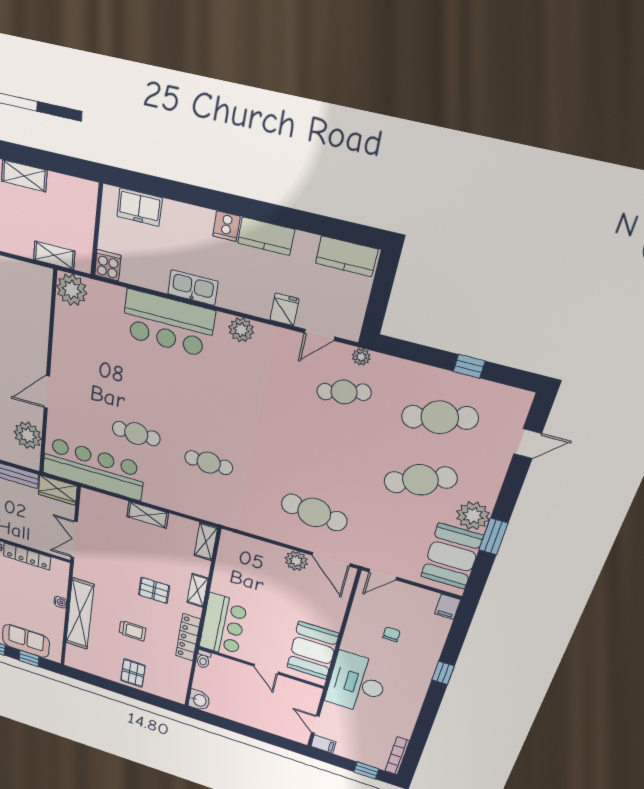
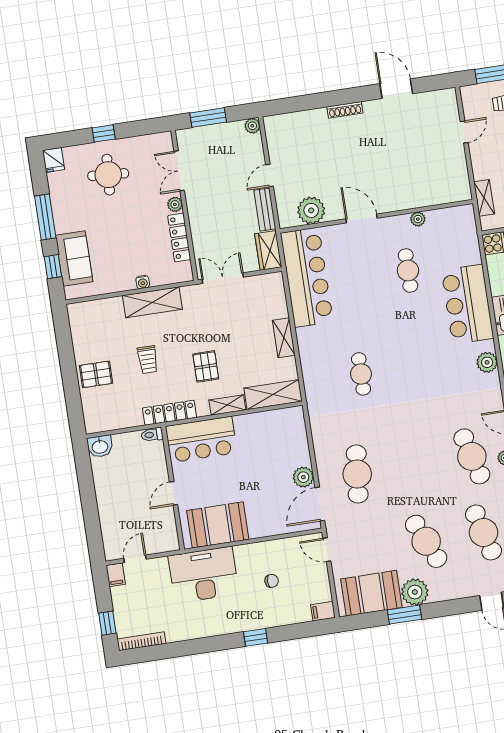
plant: (72, 290) -> (418, 219), moved, width x0.53, depth x0.53
cafe table: (344, 392) -> (472, 456), width x1.37, depth x1.35
cafe table: (136, 434) -> (408, 271), moved
shelving: (206, 542) -> (273, 395), width x1.50, depth x1.33
shelving: (80, 614) -> (152, 302), width x0.68

